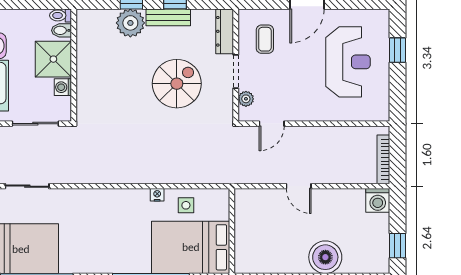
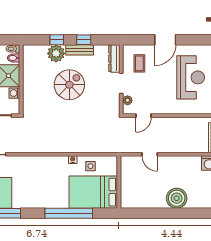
spiral stairs: (177, 84) -> (69, 85), moved
door: (299, 186) -> (150, 154), moved

